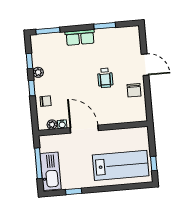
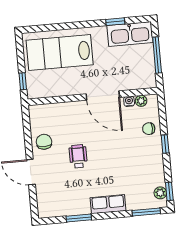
window: (29, 61) -> (169, 191), moved
plant: (38, 72) -> (160, 193), moved
window: (154, 164) -> (23, 81), moved
kitchen sink: (51, 171) -> (130, 34), moved, turned -90

